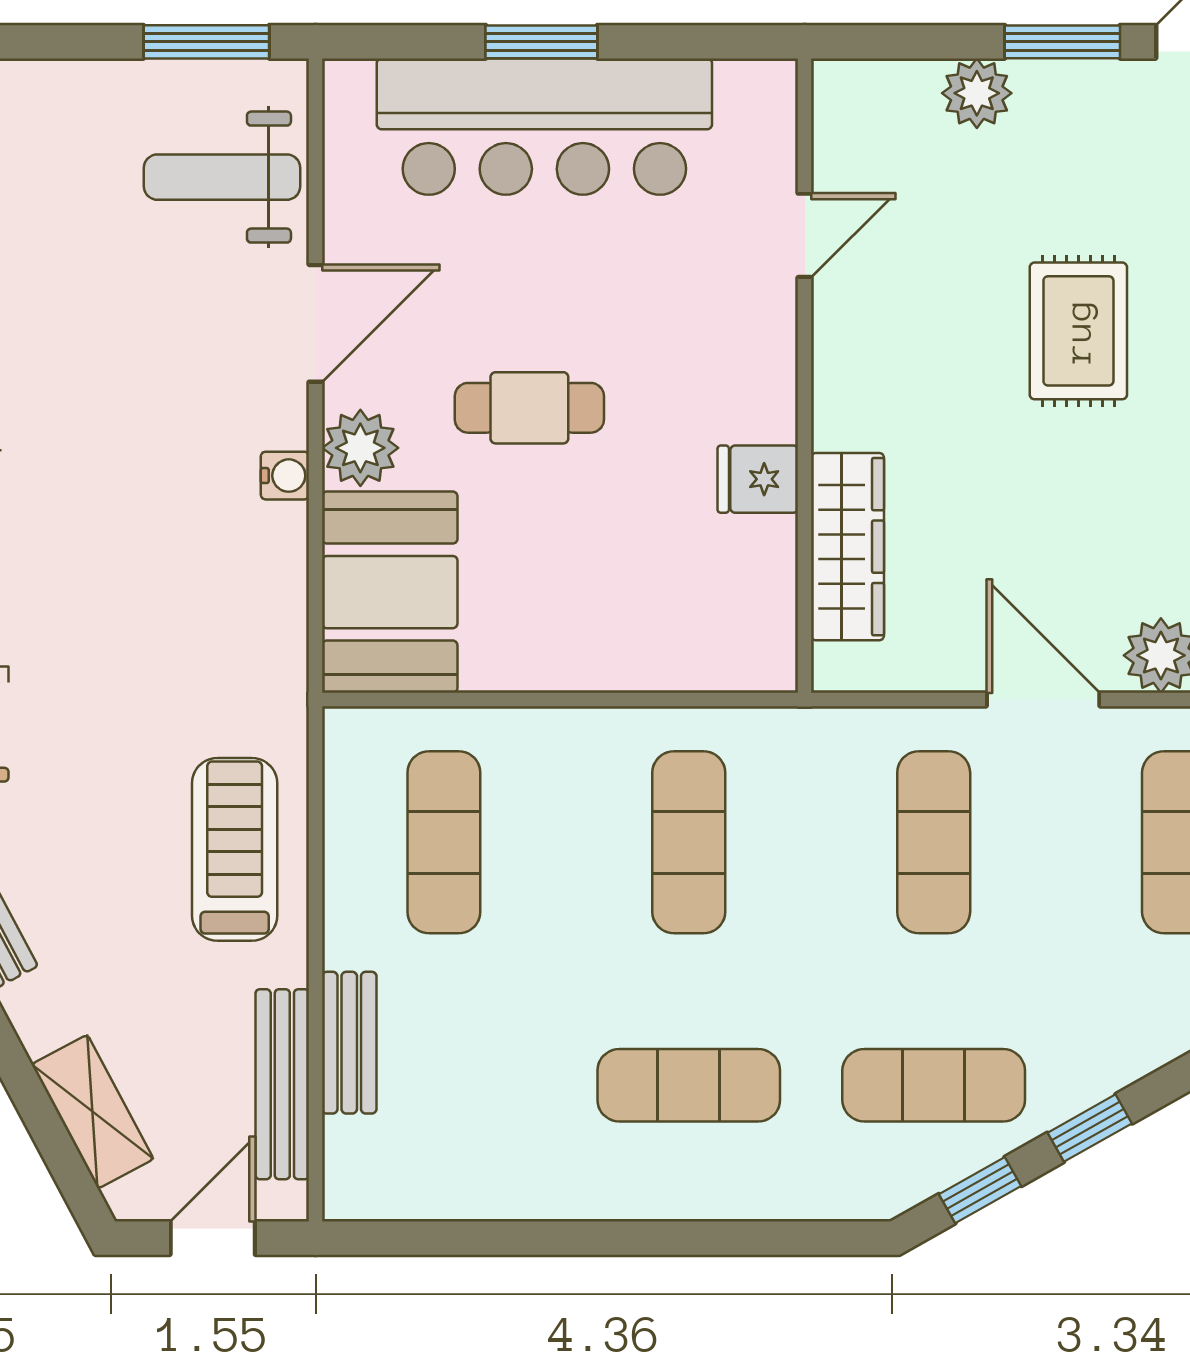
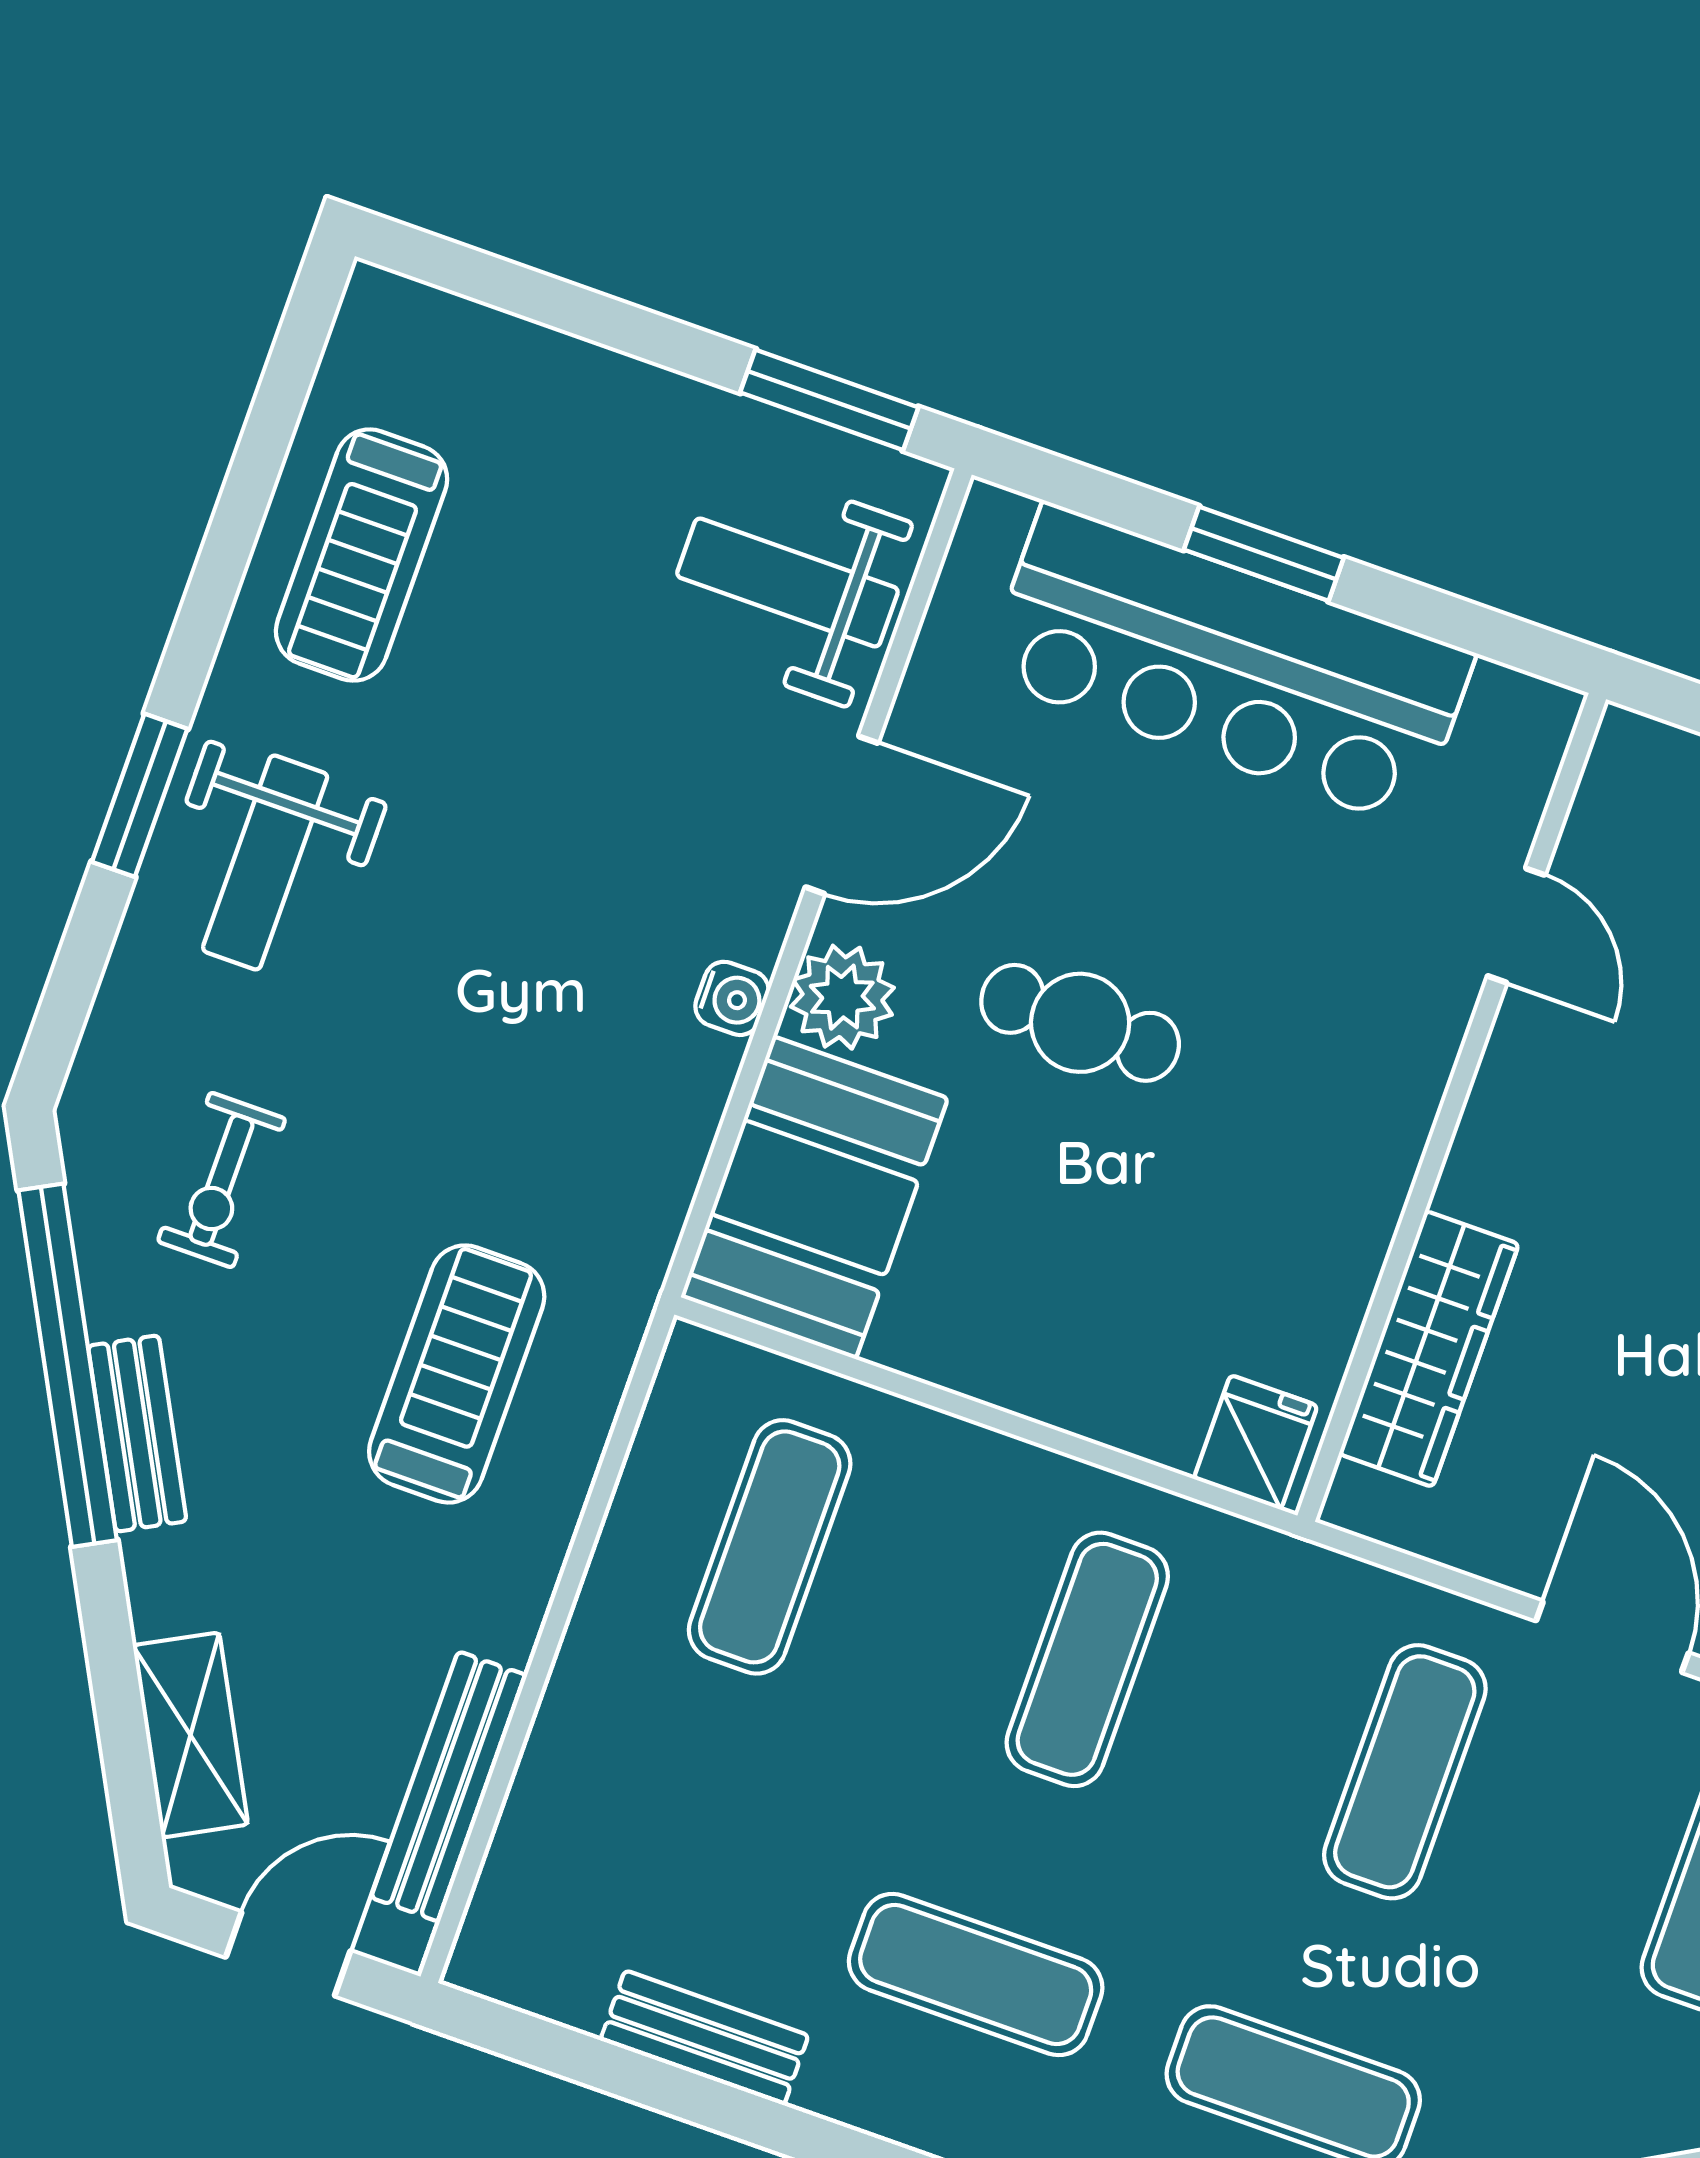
door: (805, 235) -> (1516, 925), hinge flipped
fridge: (758, 479) -> (1256, 1442), moved, turned 90
treadmill: (235, 849) -> (457, 1374), moved
bench: (349, 1043) -> (704, 2038), moved, turned 90

